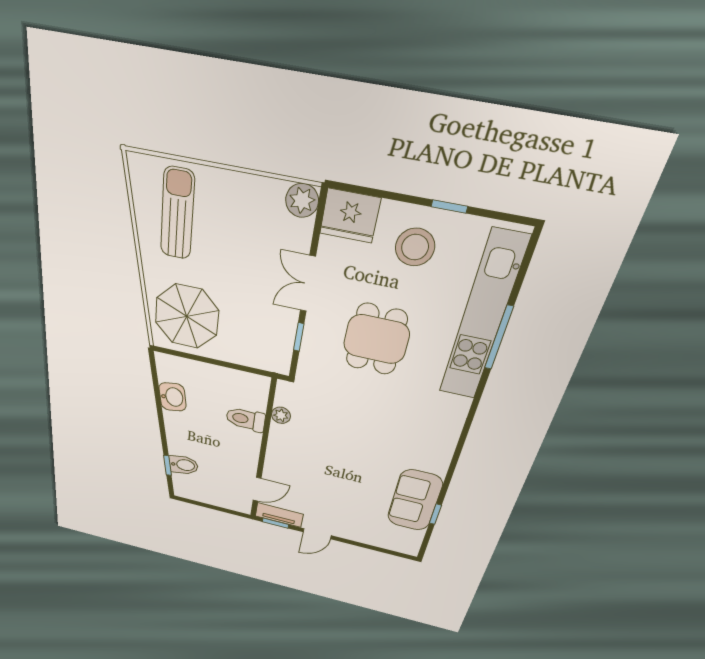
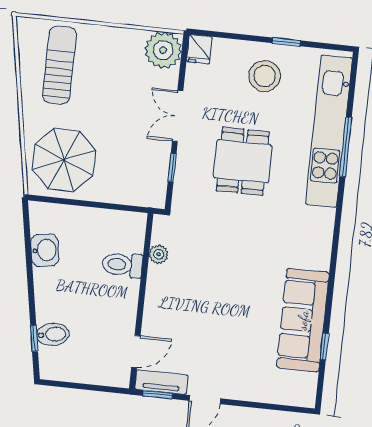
plant: (302, 200) -> (163, 50), width x1.36, depth x1.36
fridge: (350, 216) -> (199, 49), width x0.53, depth x0.75
sofa: (415, 500) -> (303, 320), width x1.36

